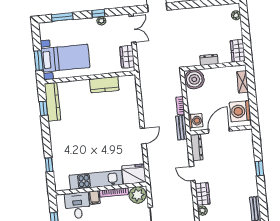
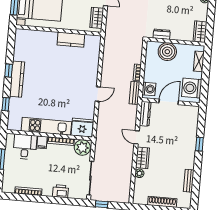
dresser: (209, 60) -> (162, 34), moved
boiler: (194, 79) -> (167, 52), moved
kitchen counter: (53, 102) -> (17, 79), moved
window: (43, 108) -> (9, 71), moved

